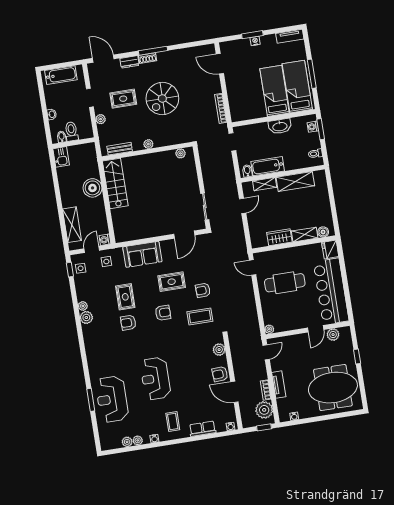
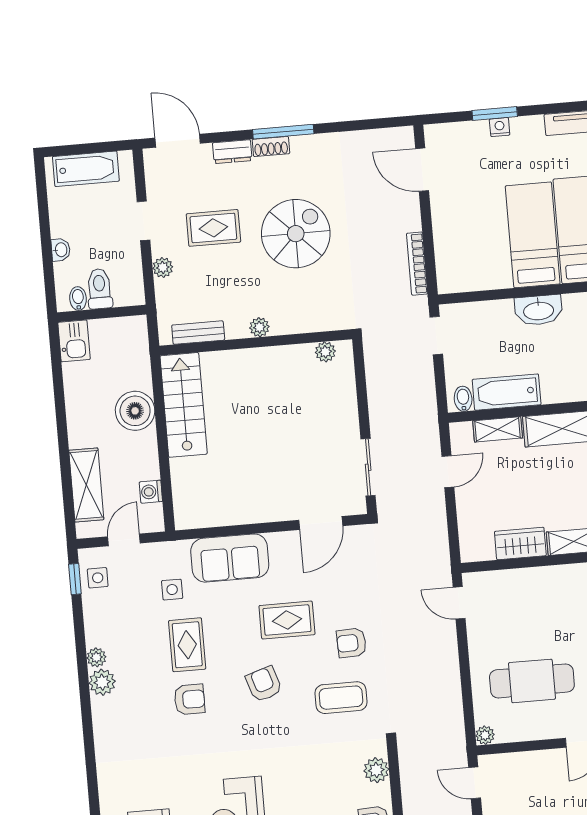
spiral stairs: (162, 99) -> (296, 234), turned 180
washing machine: (105, 240) -> (151, 492), moved
side table: (106, 262) -> (172, 590), moved
cafe table: (285, 283) -> (532, 681), moved
armchair: (163, 313) -> (264, 684), turned -108
armchair: (128, 323) -> (190, 699), turned 180
door: (266, 352) -> (475, 783), swing flipped

